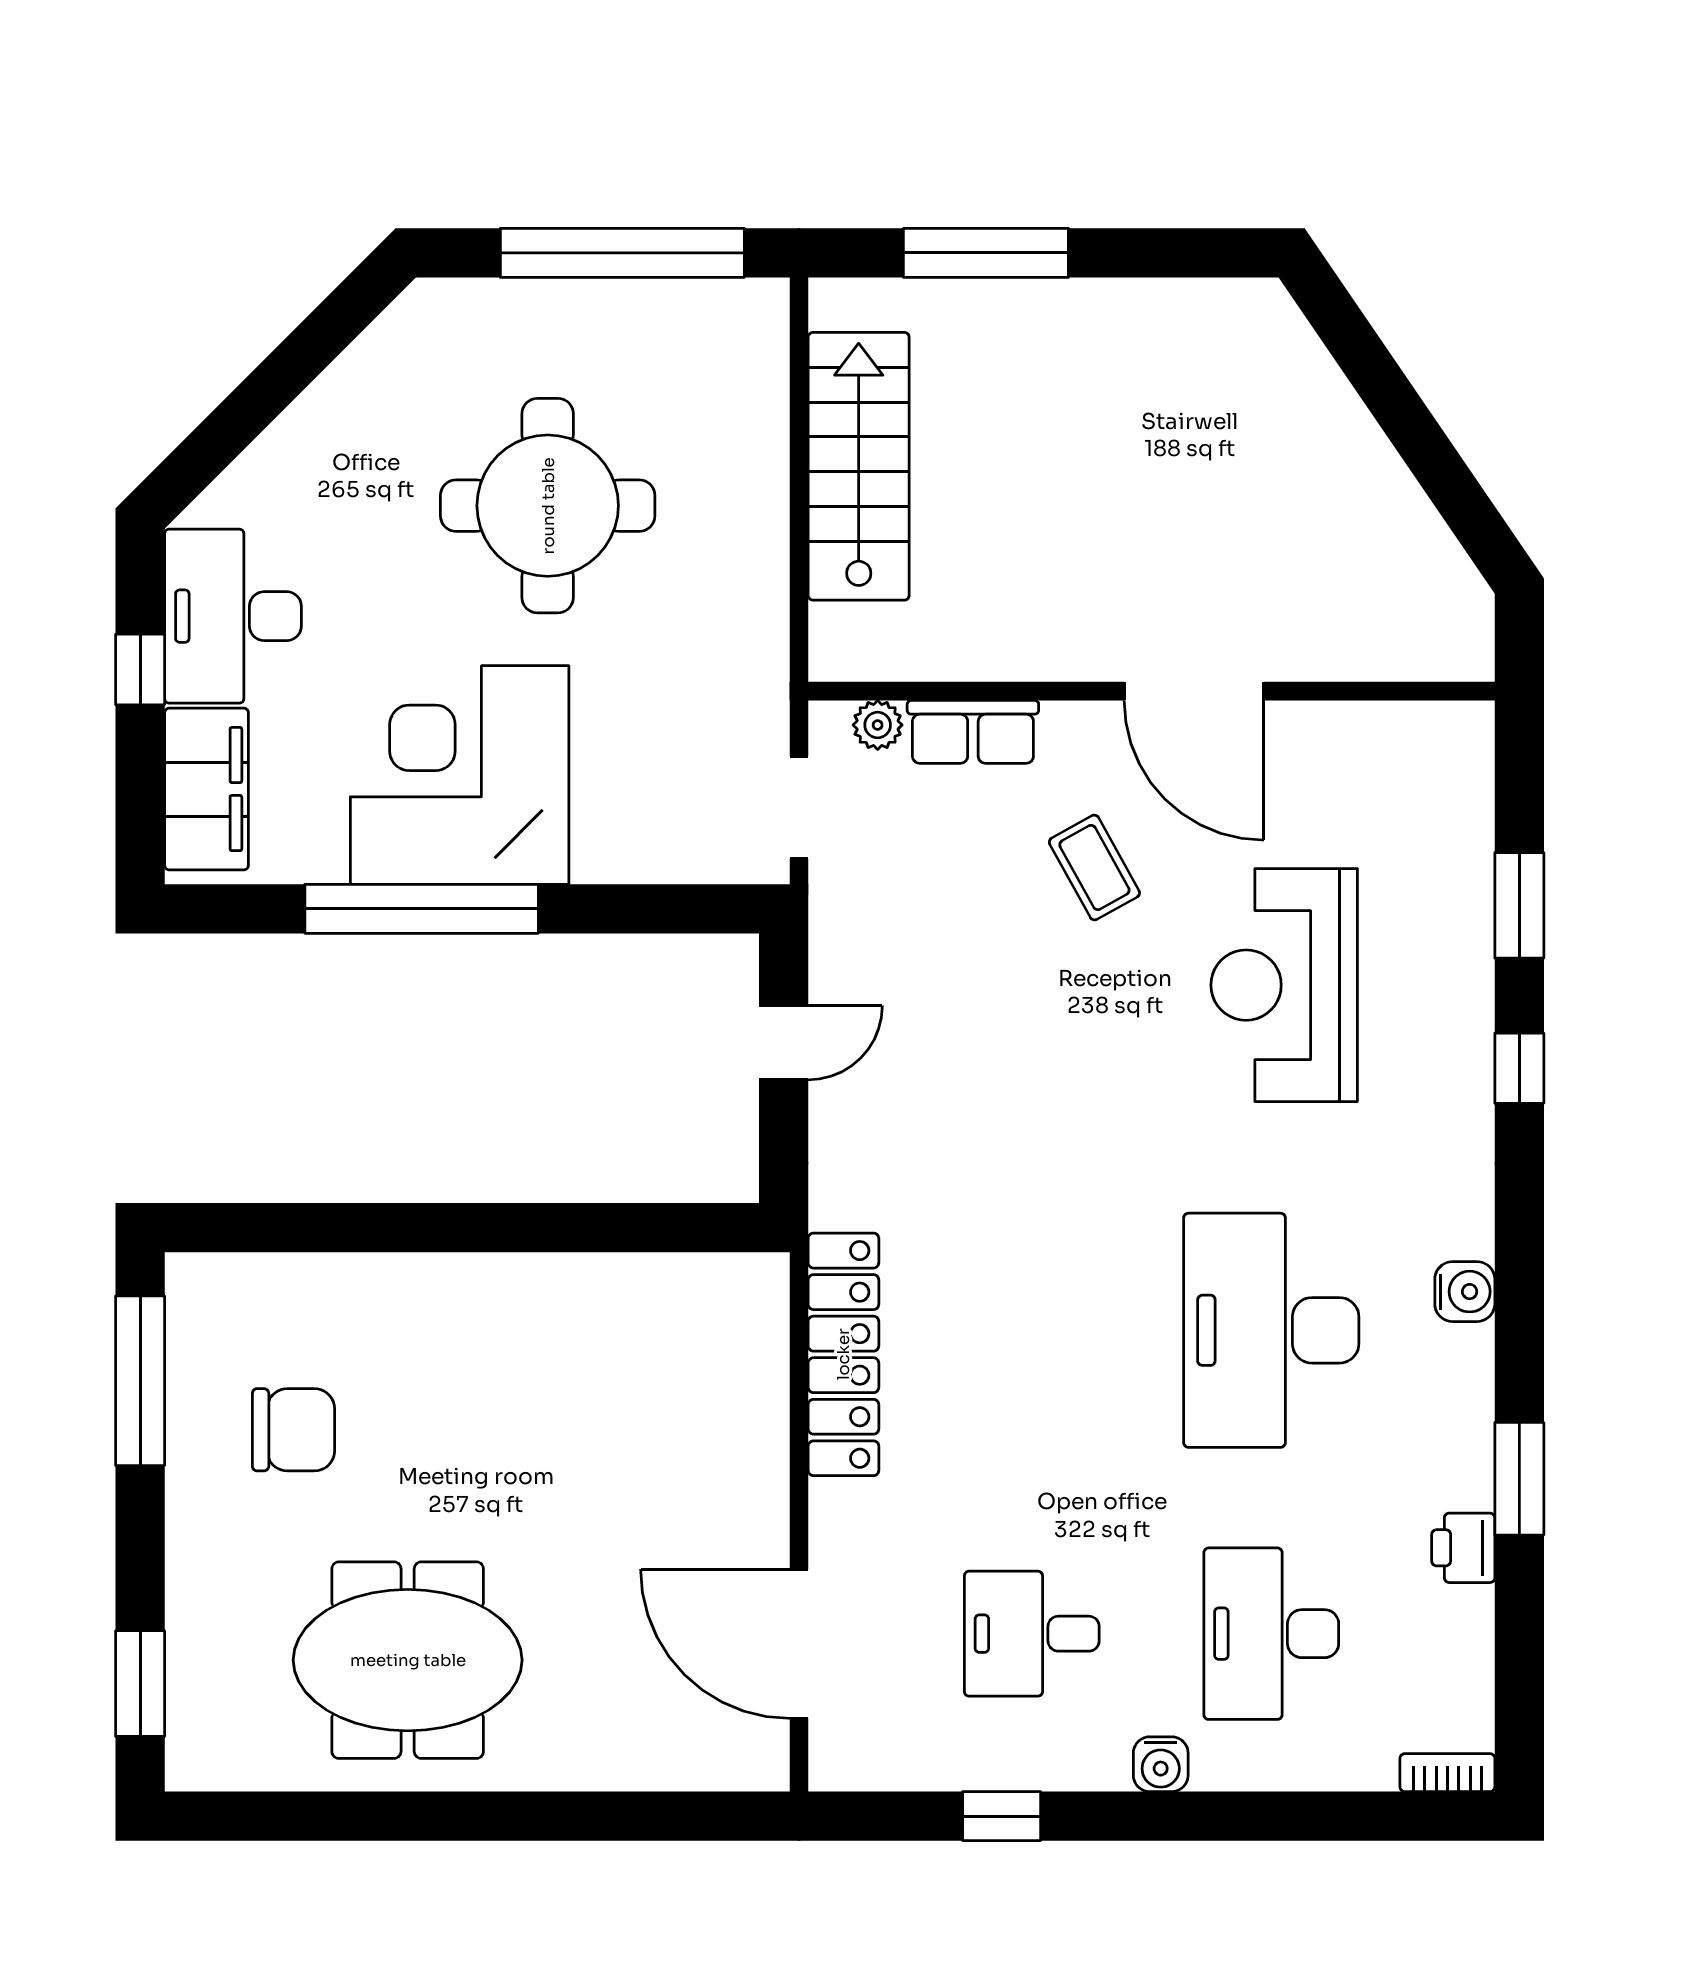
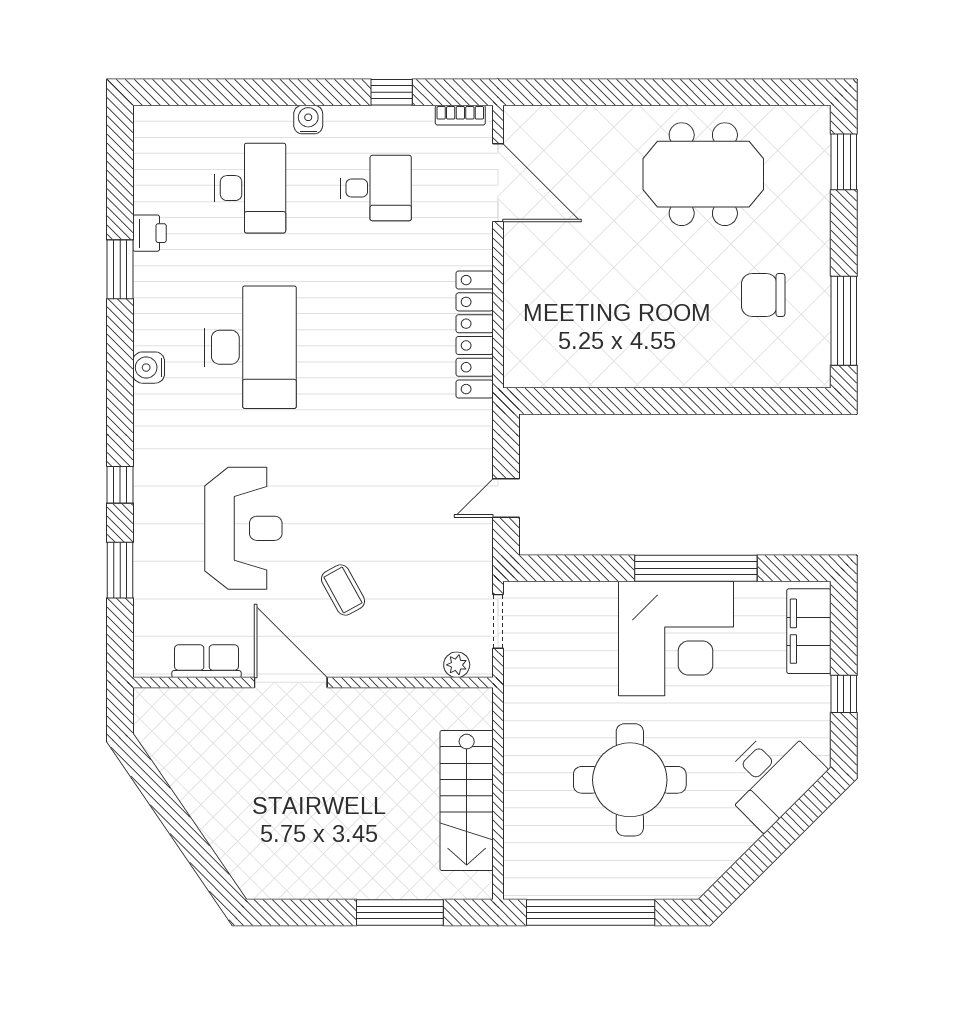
desk: (233, 616) -> (771, 777), moved, turned 45
row of seats: (973, 732) -> (207, 661), moved
bookcase: (1447, 1773) -> (460, 115), moved

